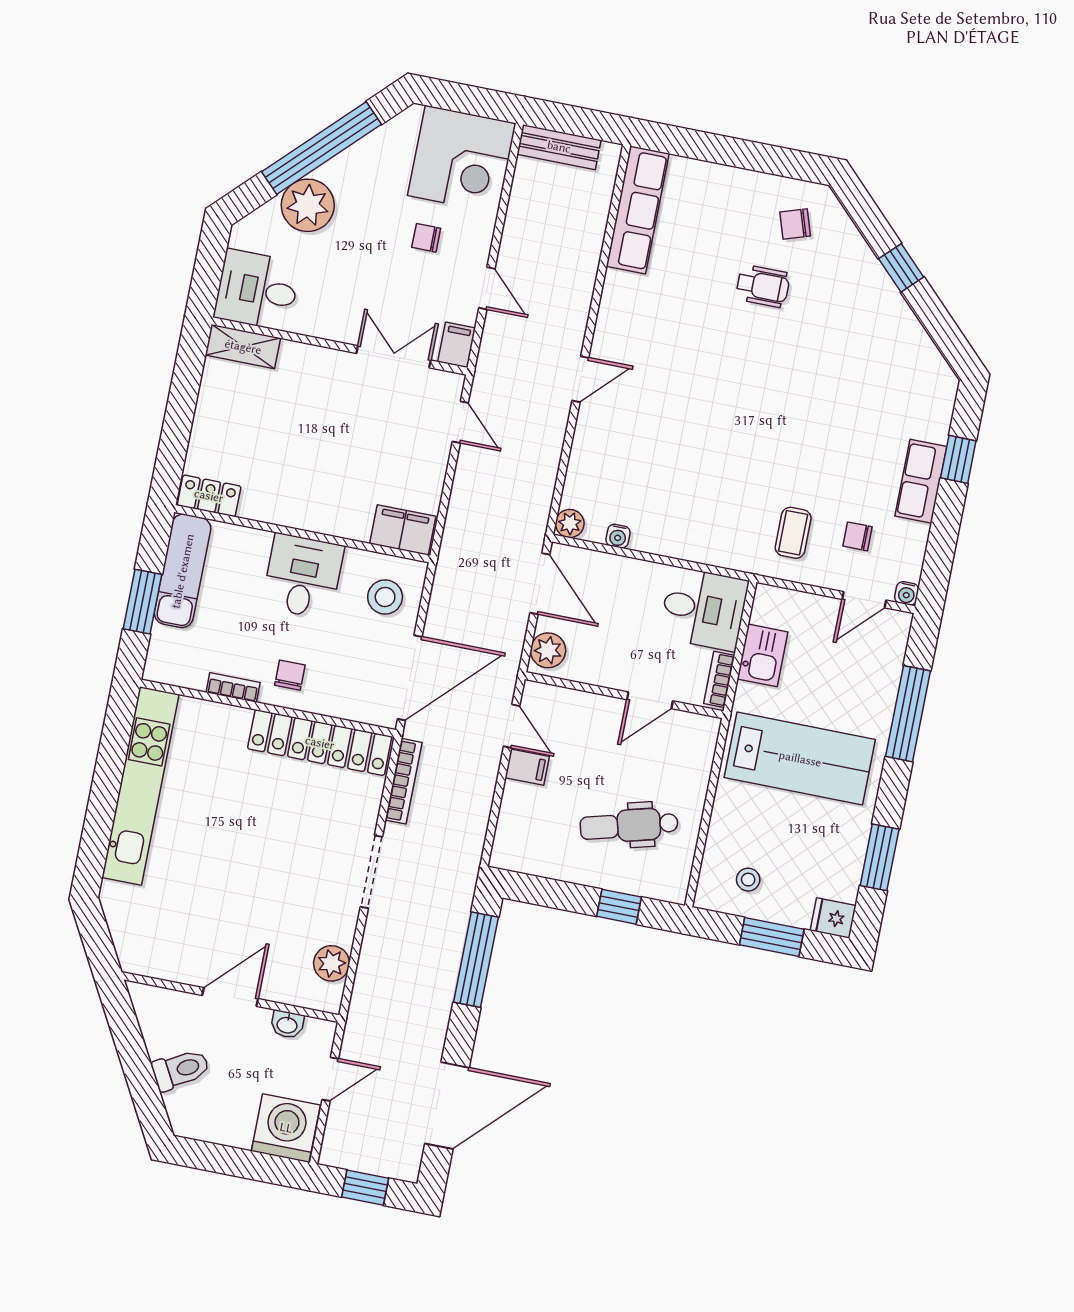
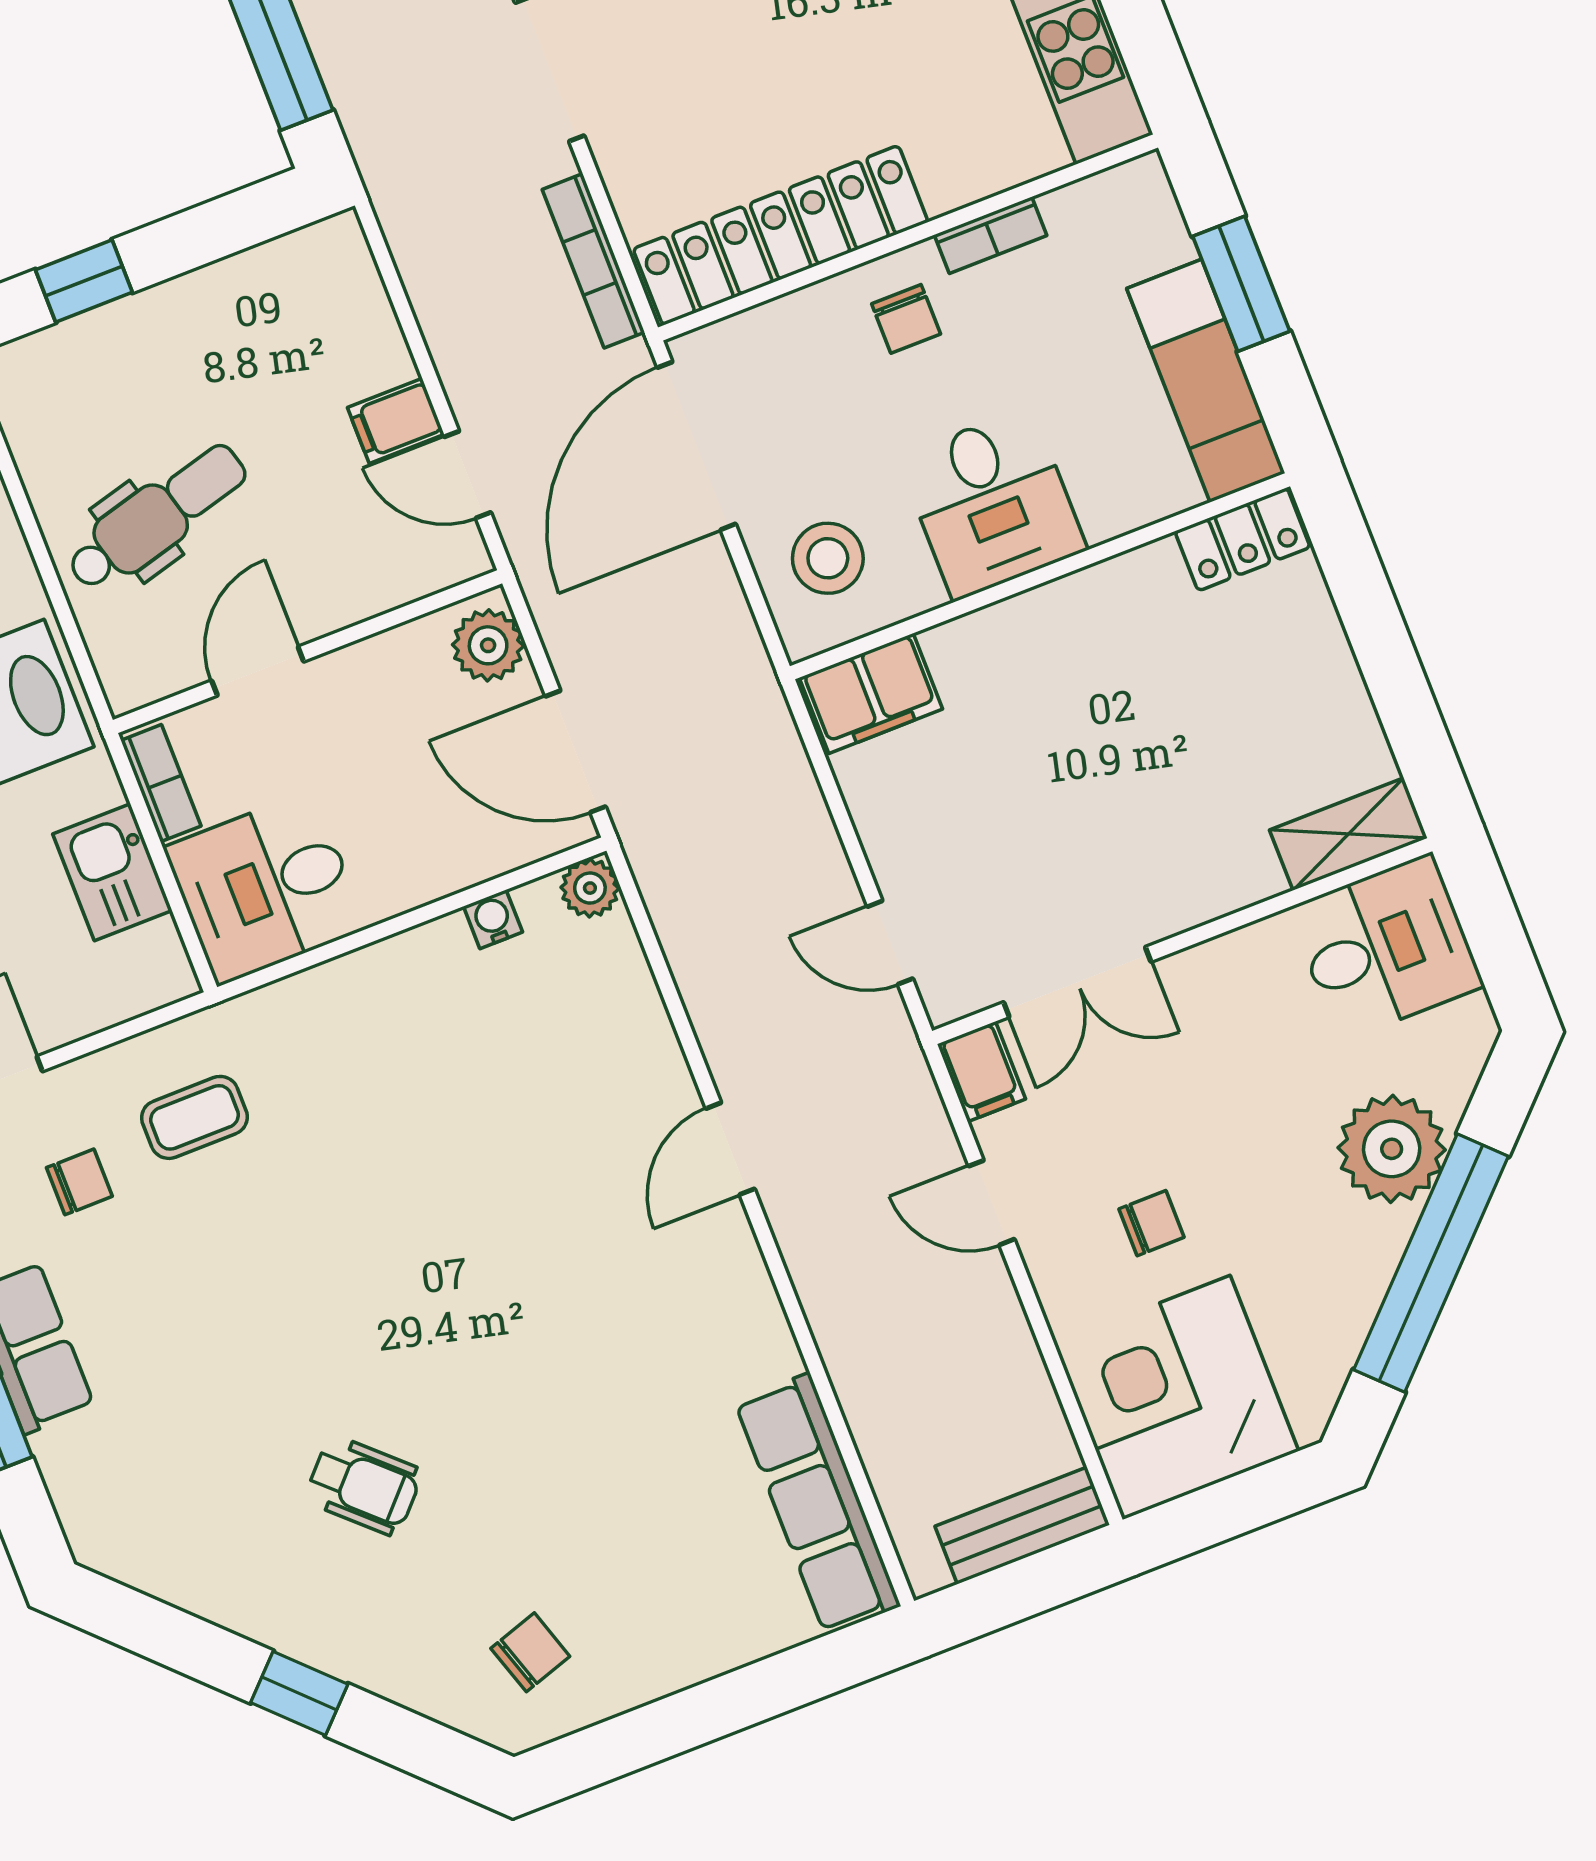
wheelchair: (763, 286) -> (364, 1486), moved, turned -137
coffee table: (793, 533) -> (194, 1117), turned 90
dental chair: (629, 825) -> (157, 517), moved

